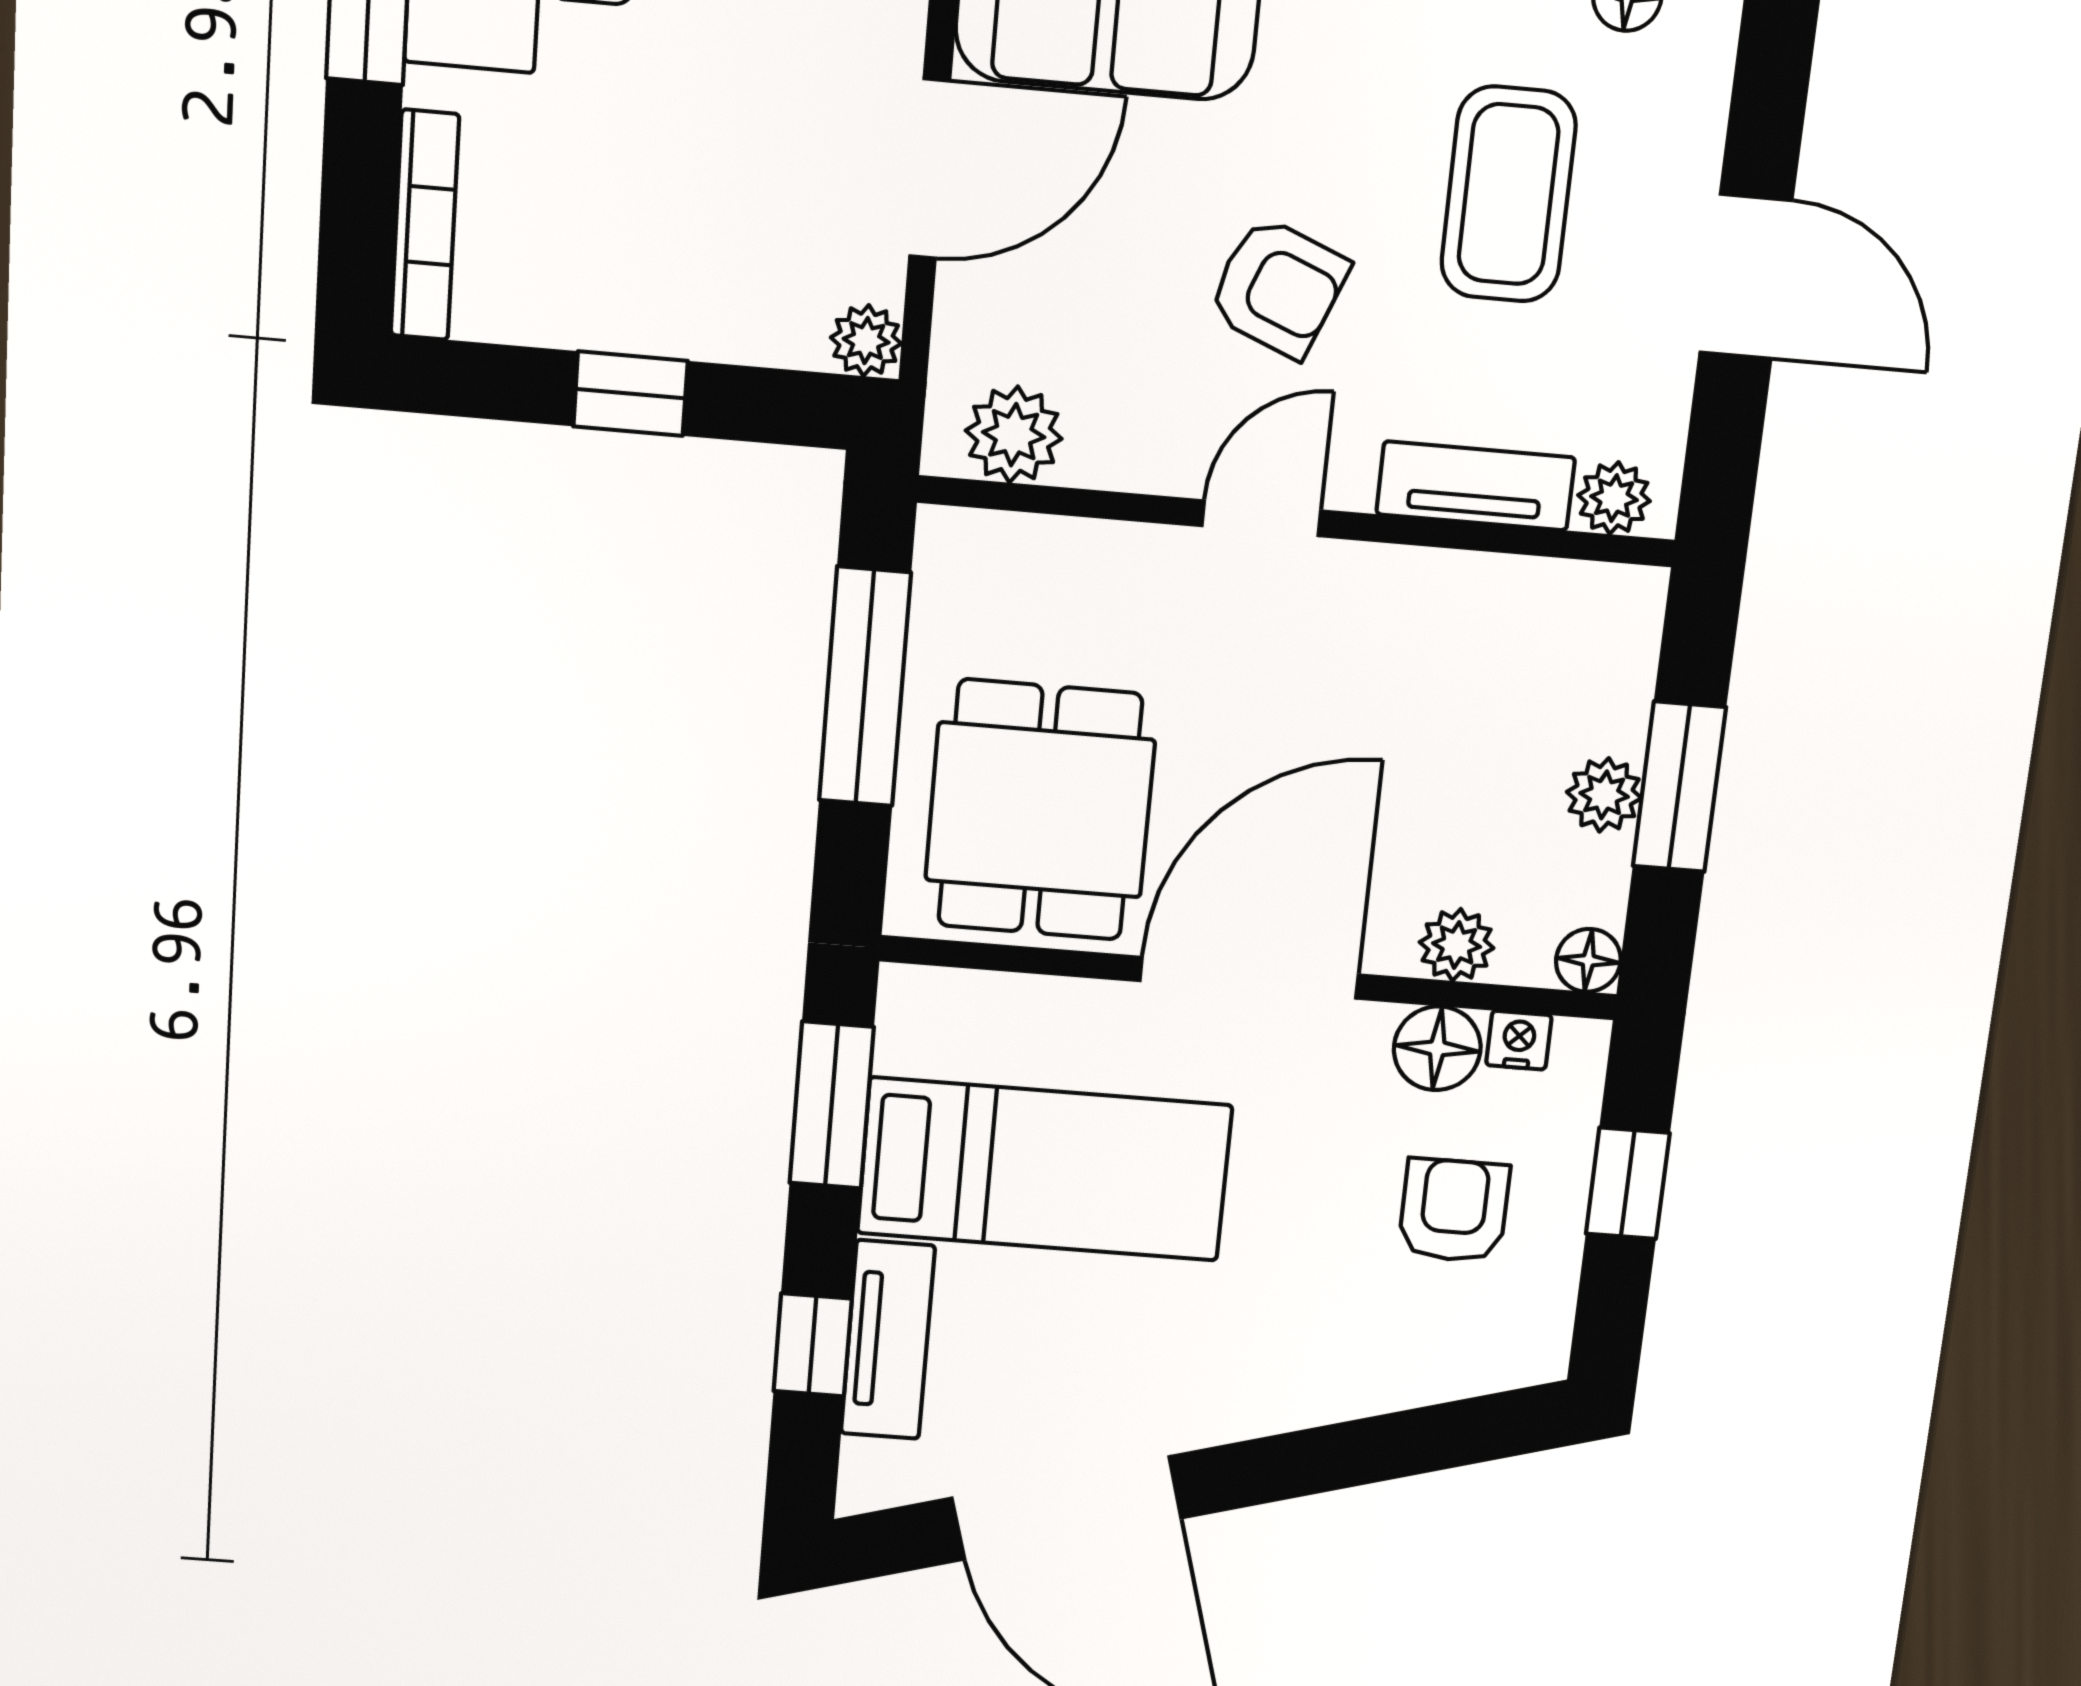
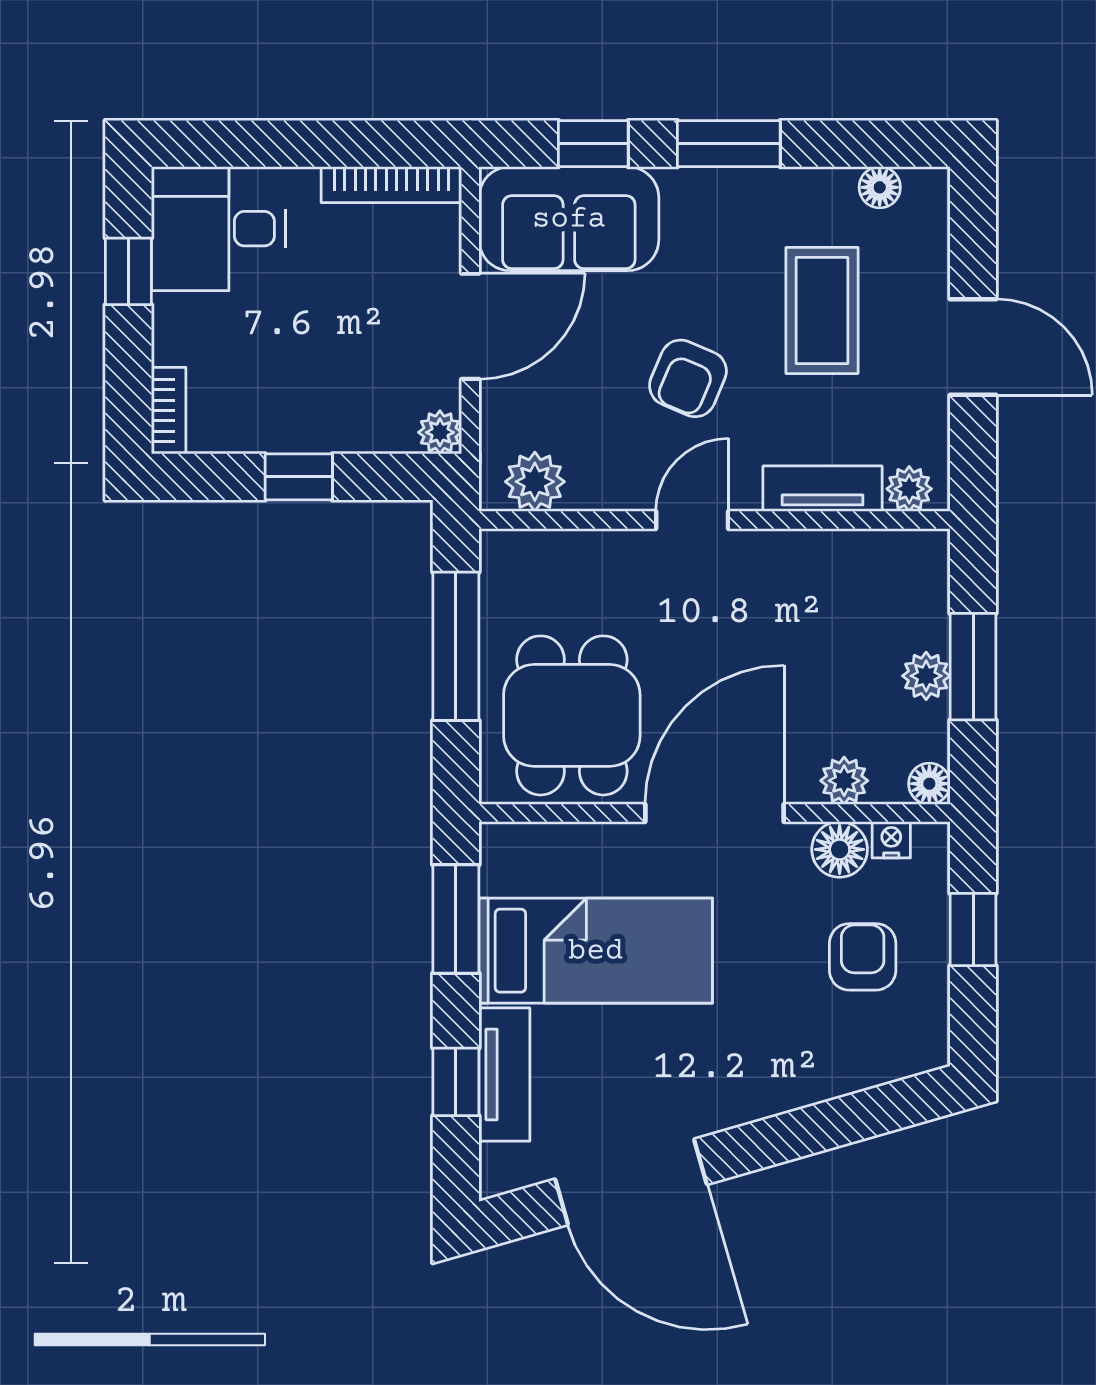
bookcase: (425, 225) -> (169, 411), width x0.64
armchair: (1278, 287) -> (688, 378), turned 91

